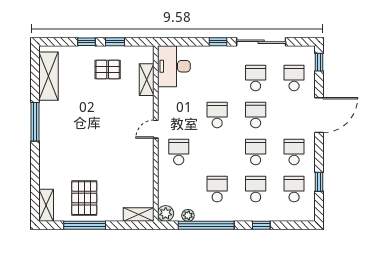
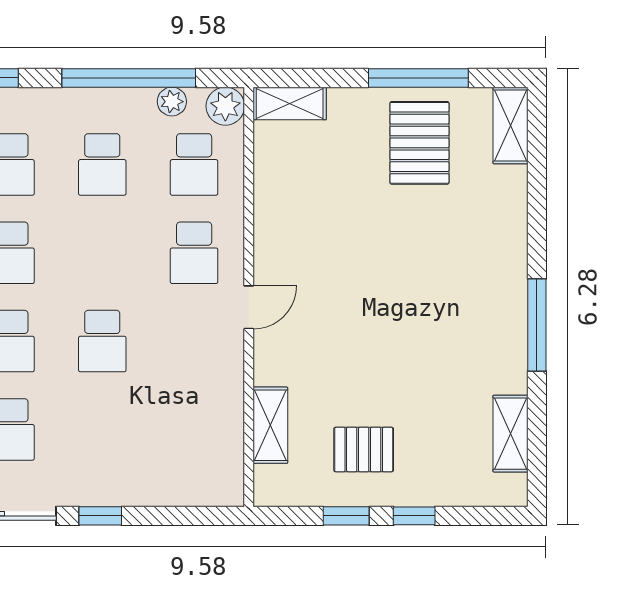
desk: (174, 66) -> (206, 457), removed
shelving: (49, 76) -> (510, 434), width x0.67, depth x0.75
school desk: (179, 189) -> (194, 164), added

